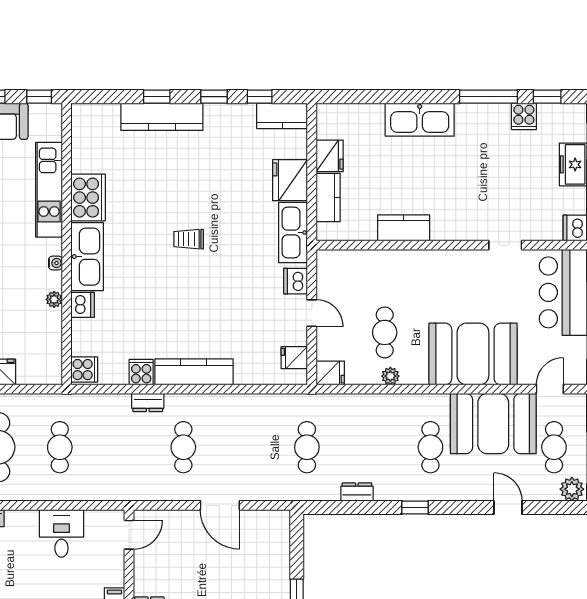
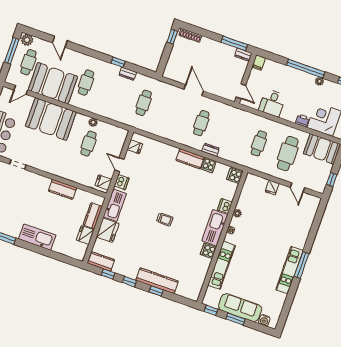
cooker: (88, 198) -> (208, 251), width x0.53, depth x0.76
kitchen counter: (194, 372) -> (190, 159), width x0.67
fridge: (330, 373) -> (103, 182), moved
window: (415, 507) -> (118, 62), moved
door: (129, 535) -> (241, 91), swing flipped

